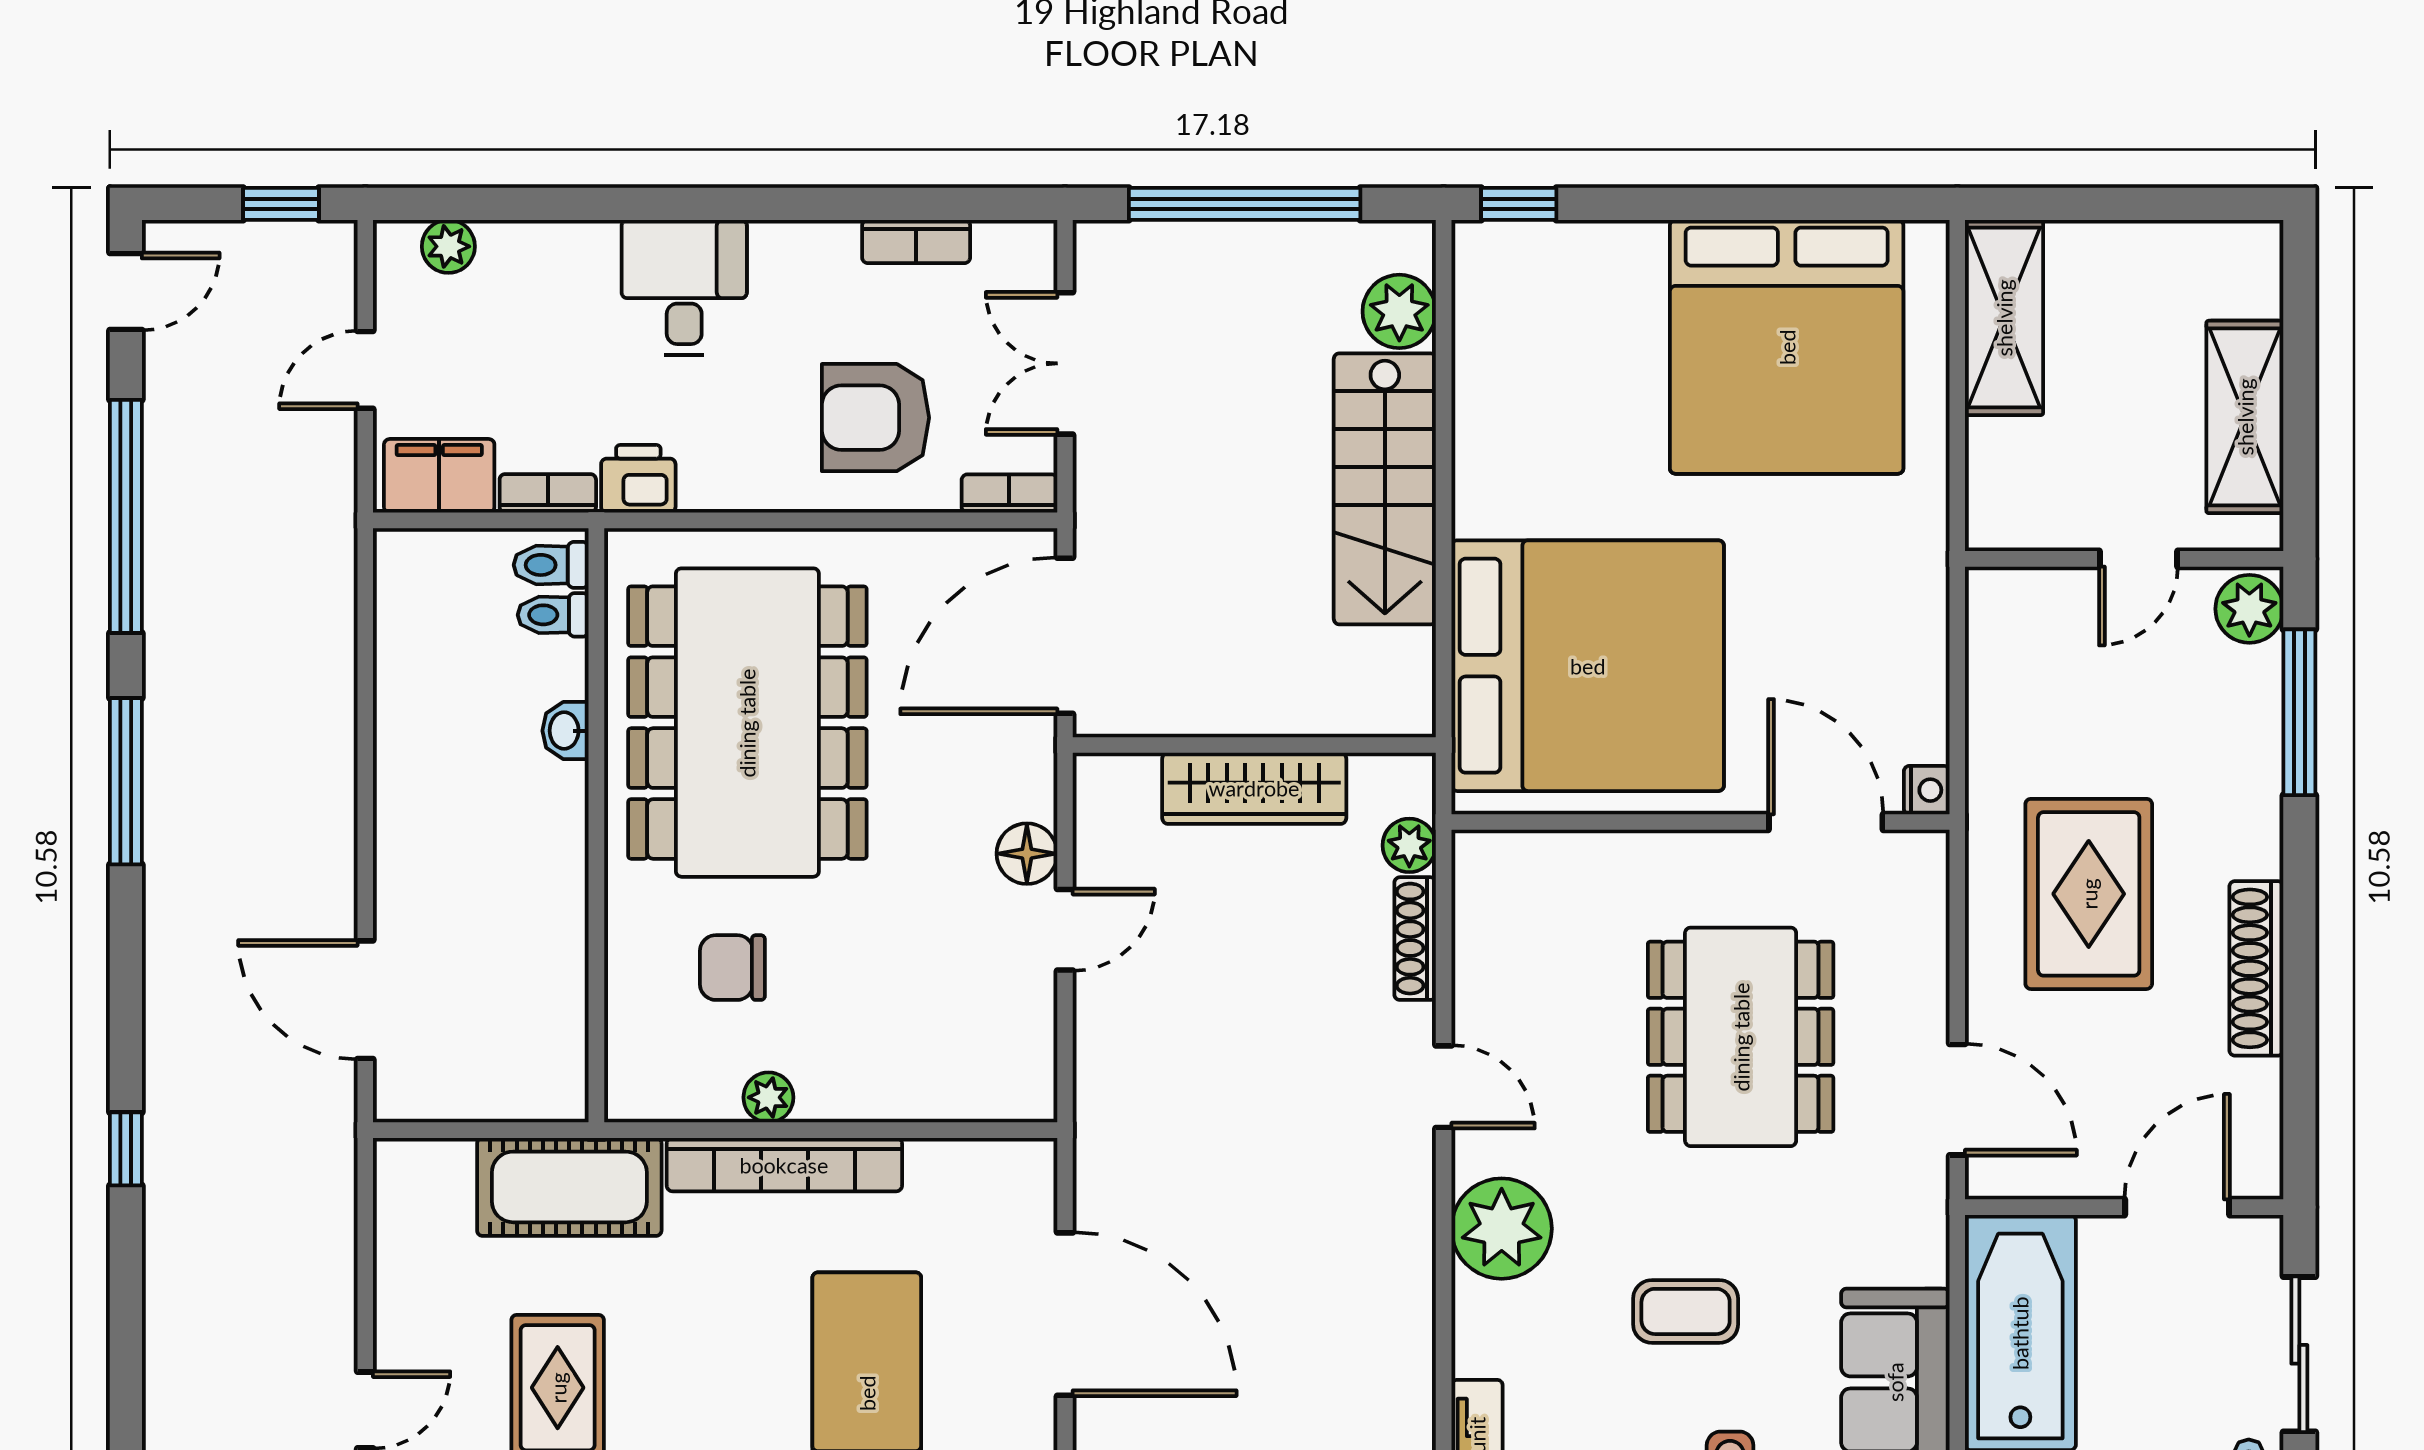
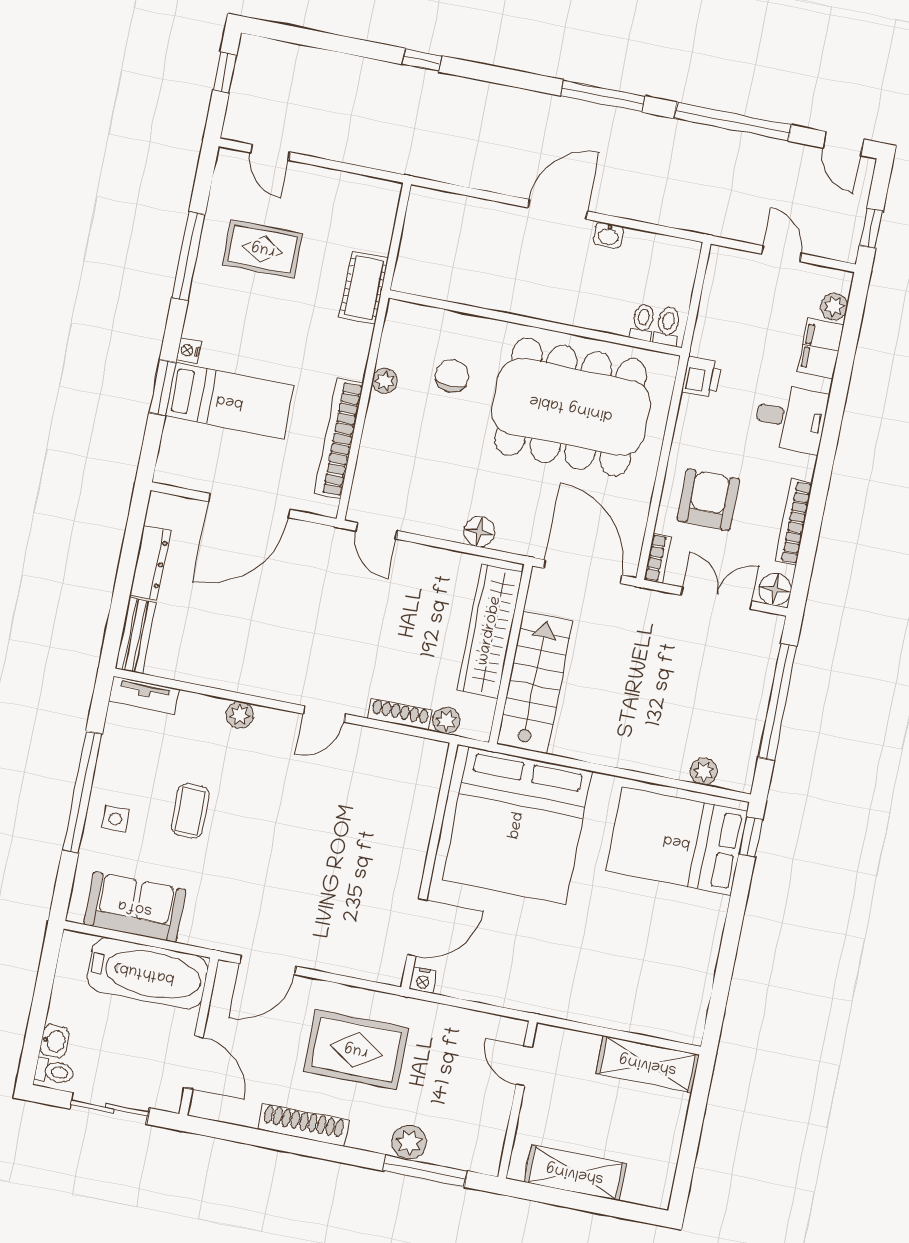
bookcase: (916, 242) -> (794, 522), width x1.56
floor lamp: (1025, 252) -> (775, 589), added
plant: (1399, 311) -> (704, 771), width x0.73, depth x0.73
bed: (1787, 347) -> (677, 841), moved, width x0.73
filing cabinet: (439, 476) -> (821, 348), moved, turned 180
stairs: (1385, 489) -> (535, 682), moved, turned 90
bookcase: (548, 493) -> (703, 331), removed
door: (2138, 559) -> (524, 1066), moved
plant: (2249, 609) -> (409, 1142), moved
washbasin: (565, 731) -> (608, 235), moved, turned 180
wardrobe: (1254, 788) -> (490, 631), width x1.40, depth x1.17
door: (1065, 930) -> (376, 531), moved
door: (365, 1000) -> (558, 209), moved
dining table: (1741, 1037) -> (320, 865), removed
bookcase: (784, 1165) -> (339, 438), moved
cot: (569, 1187) -> (364, 288), width x0.73, depth x0.75
plant: (1502, 1229) -> (240, 715), width x0.53, depth x0.53

